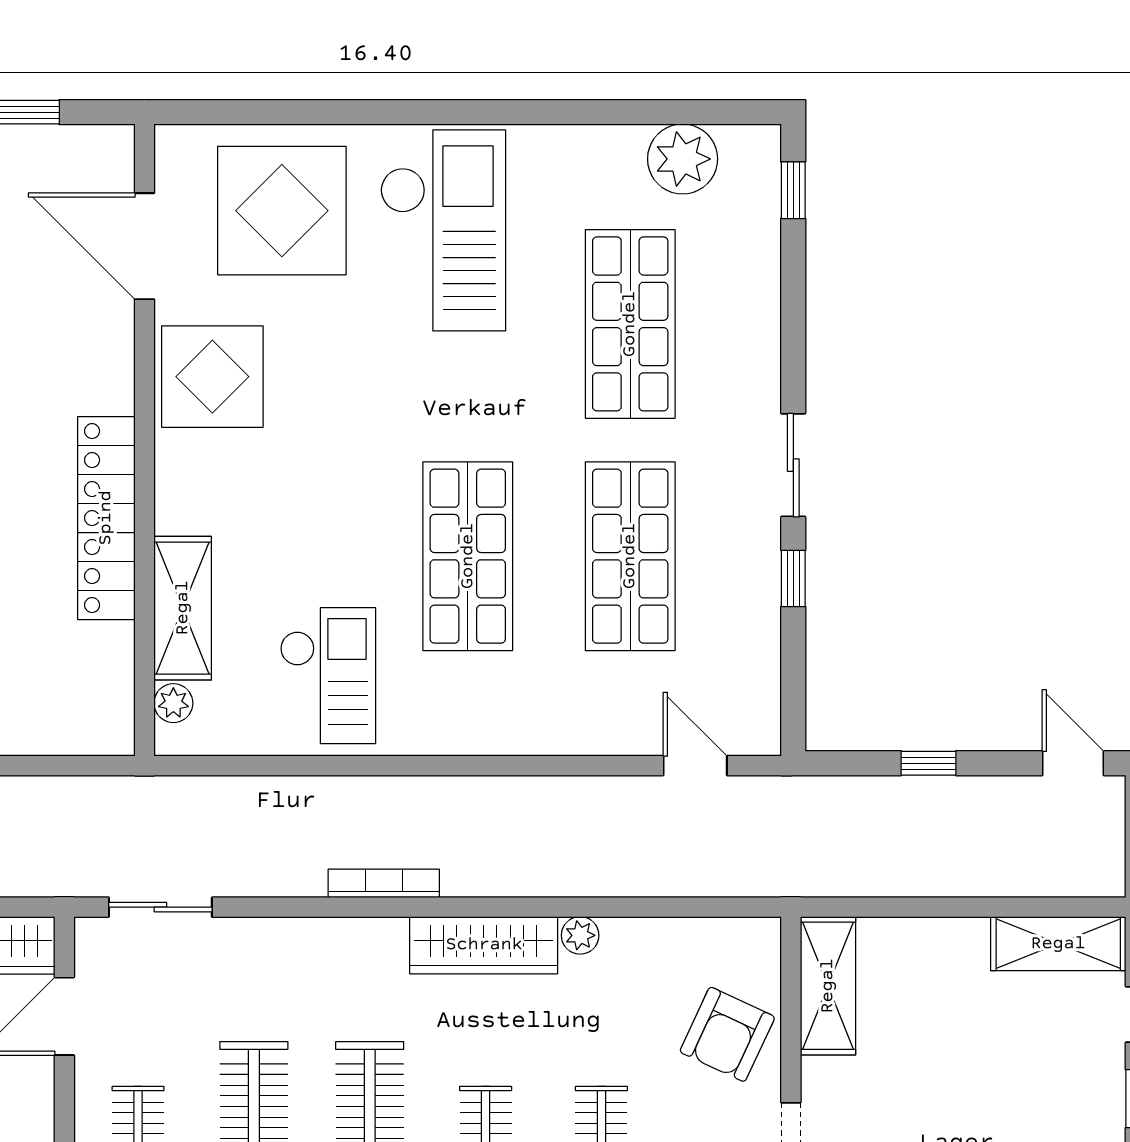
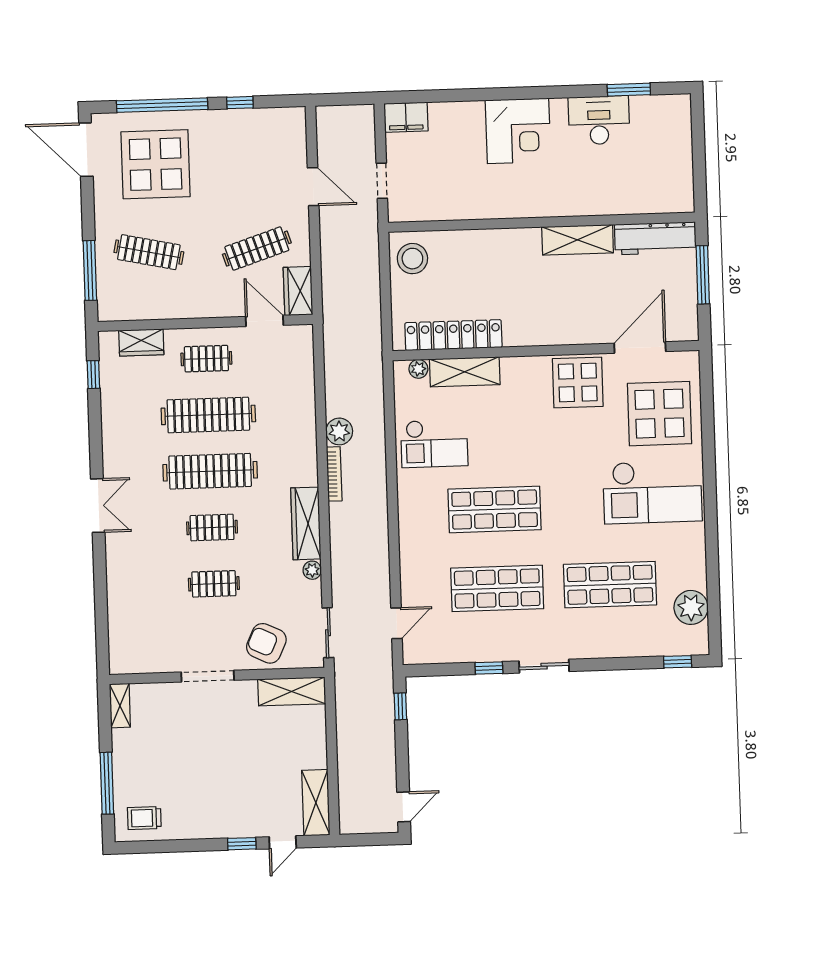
locker: (106, 518) -> (453, 335), moved
window: (928, 763) -> (400, 706), moved
plant: (297, 870) -> (339, 431), added
sliding door: (160, 907) -> (328, 633), moved

